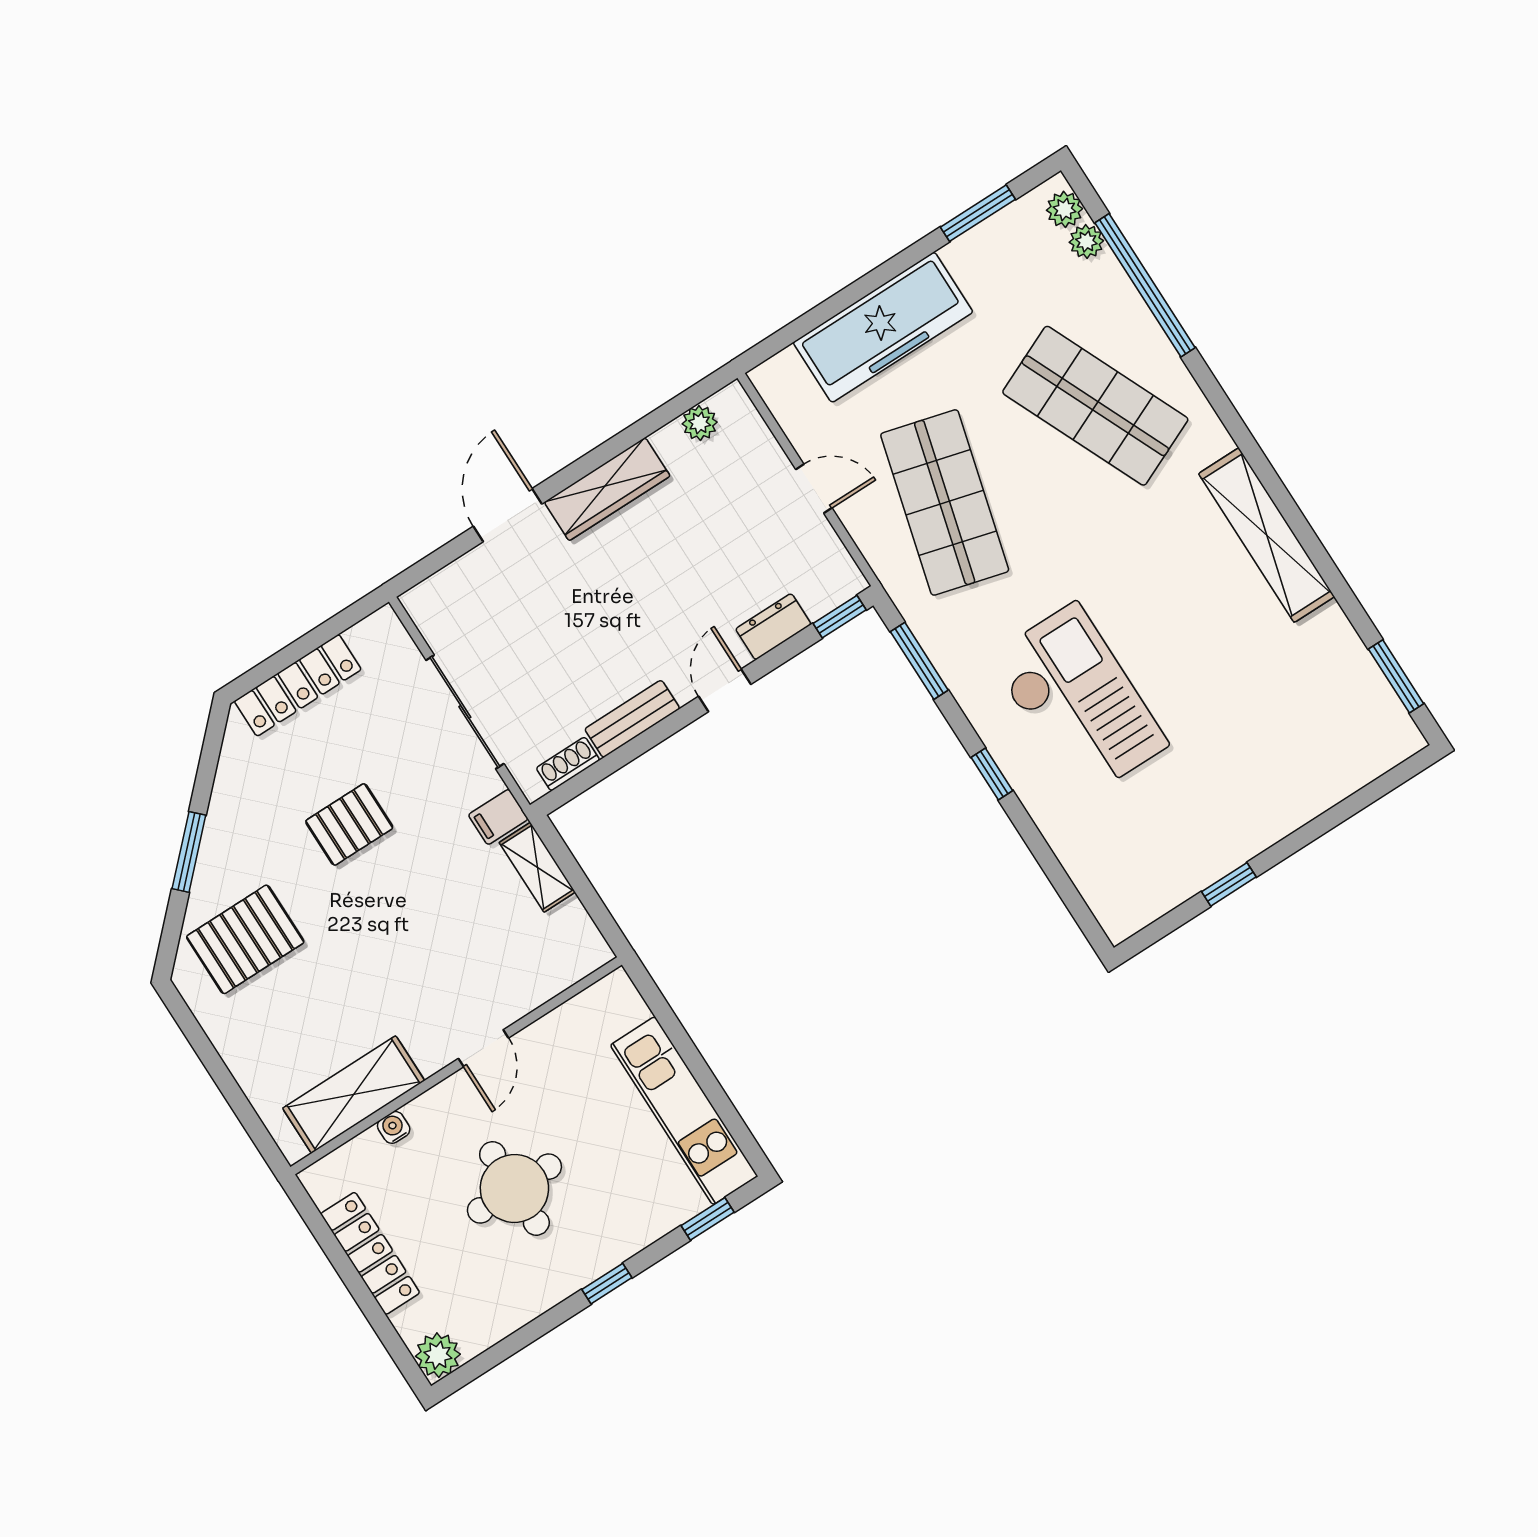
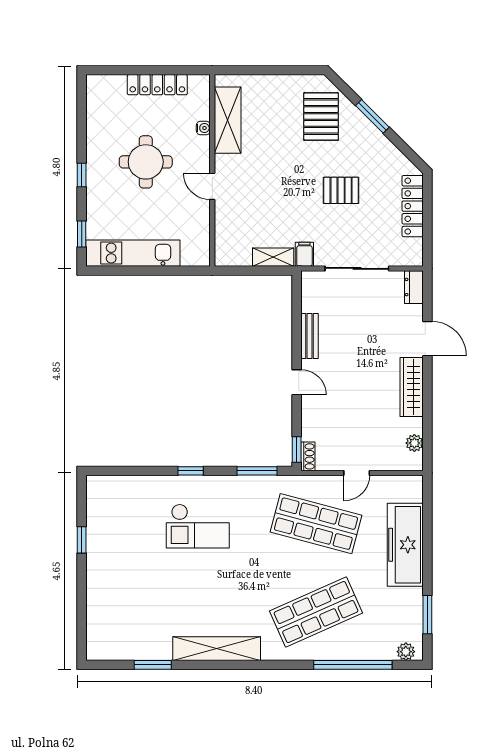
plant: (1086, 242) -> (387, 652), removed
dresser: (773, 627) -> (414, 287), moved, turned 180
window: (1396, 676) -> (153, 665), moved
checkout: (1078, 701) -> (198, 526), width x0.73, depth x0.83
shoe rack: (568, 764) -> (308, 456), moved
pallet: (349, 824) -> (341, 190), turned 90
plant: (438, 1355) -> (97, 86), removed

